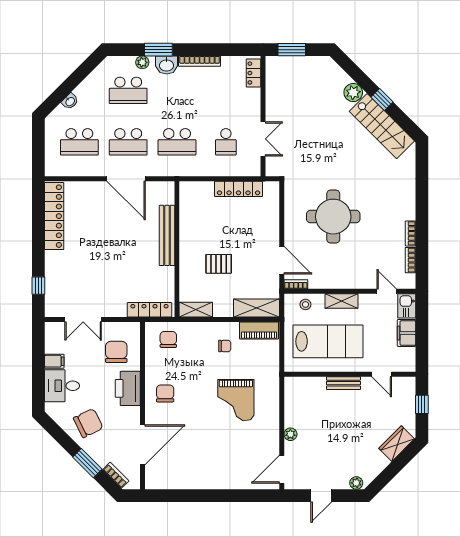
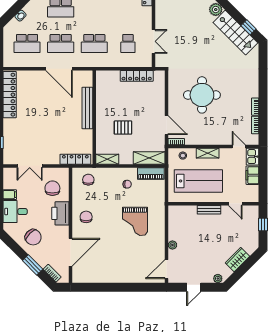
window: (382, 100) -> (248, 27), moved
chair: (88, 423) -> (33, 237), turned 71
wardrobe: (397, 444) -> (237, 260), moved

